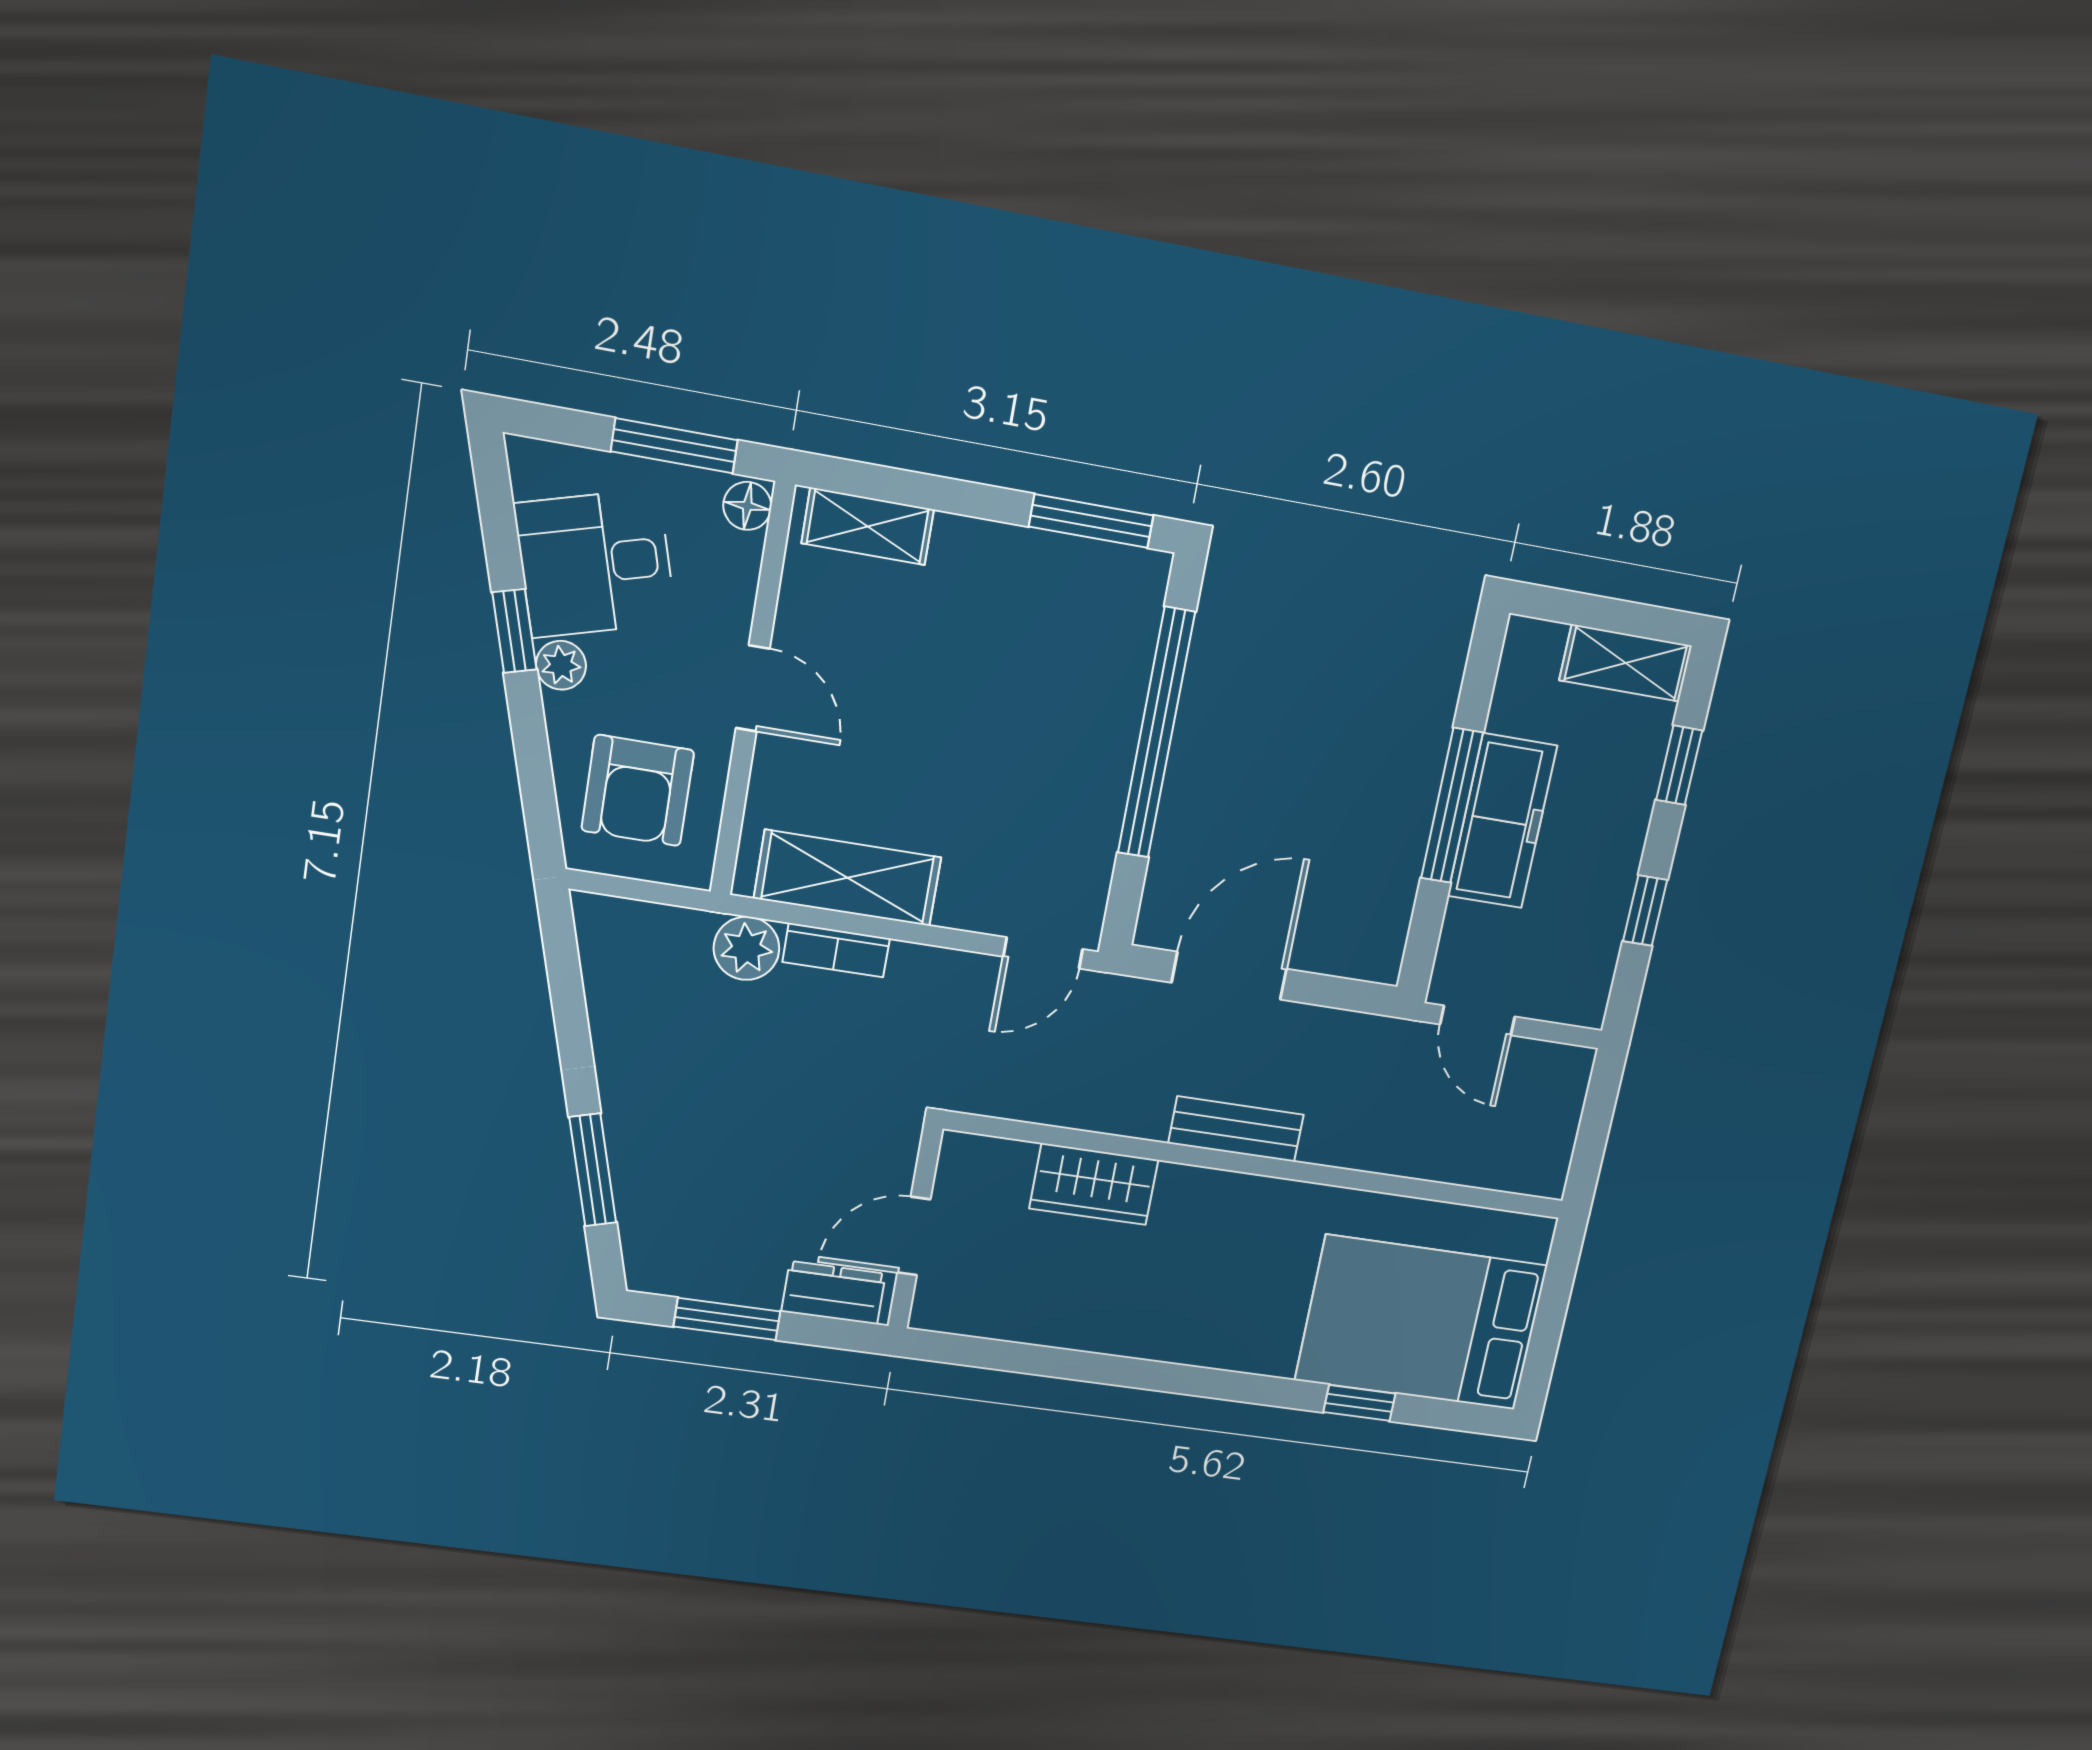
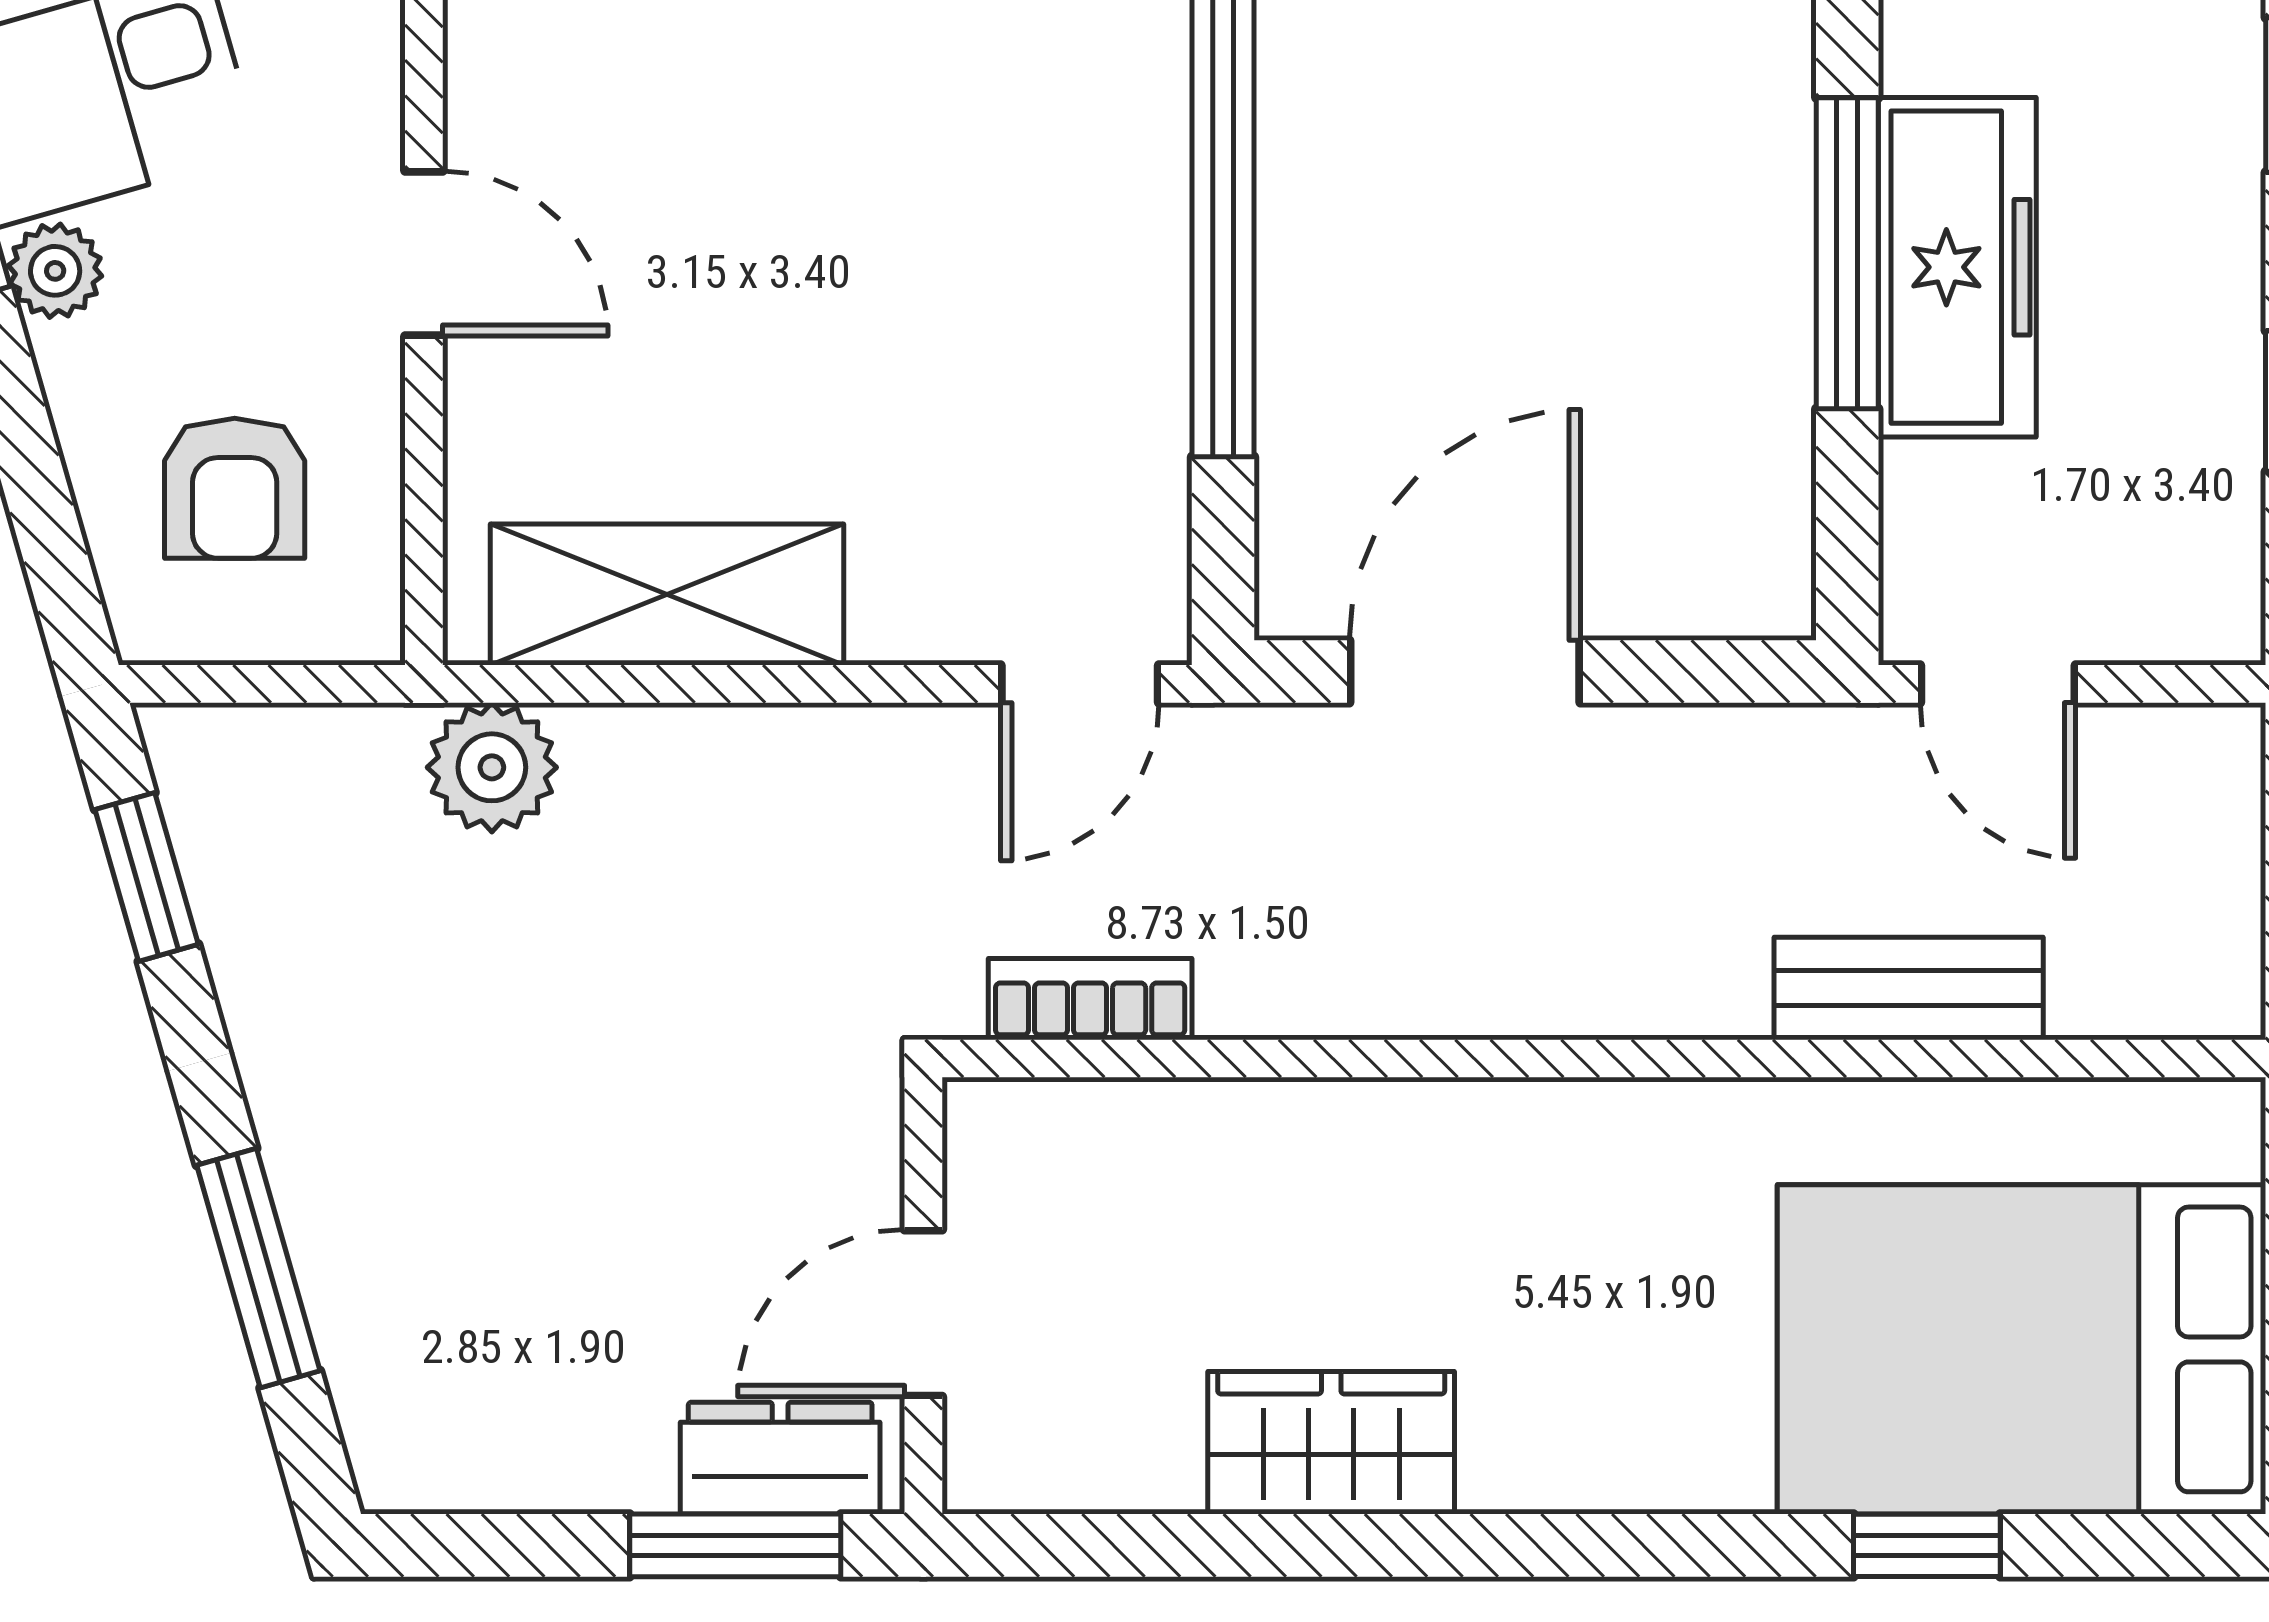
armchair: (638, 790) -> (235, 488), width x0.72, depth x0.72
bookcase: (836, 950) -> (1090, 999), moved, turned 180
window: (564, 975) -> (147, 877), added
bench: (1236, 1129) -> (1909, 988), moved
wardrobe: (1094, 1184) -> (1331, 1443), moved, turned 180
window: (727, 1319) -> (735, 1545), moved

